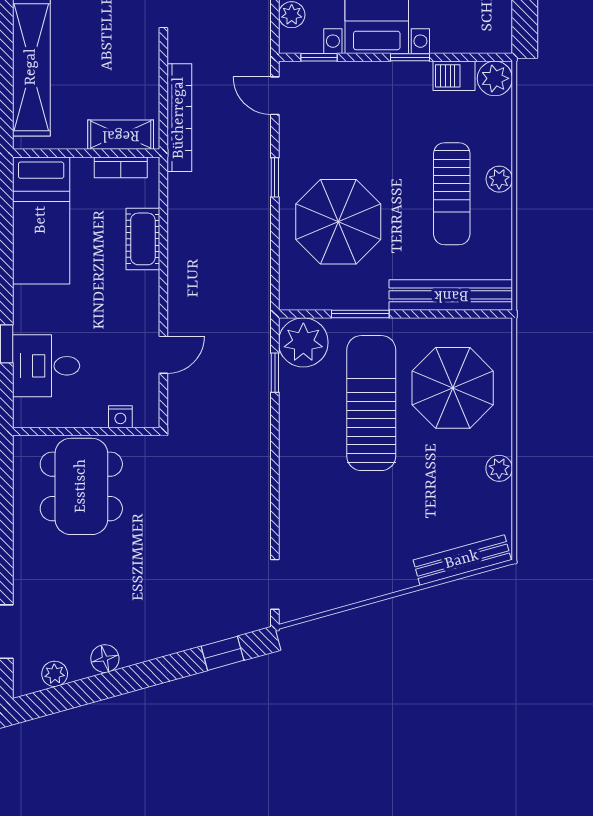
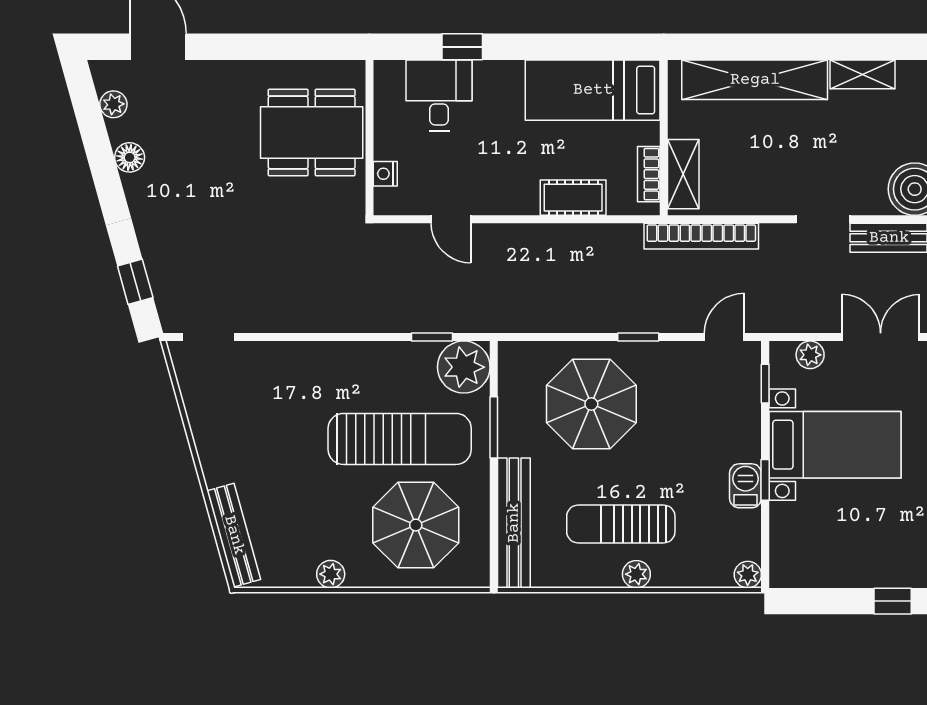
barbecue: (454, 76) -> (745, 486), moved
plant: (495, 78) -> (748, 575), width x0.73, depth x0.73

